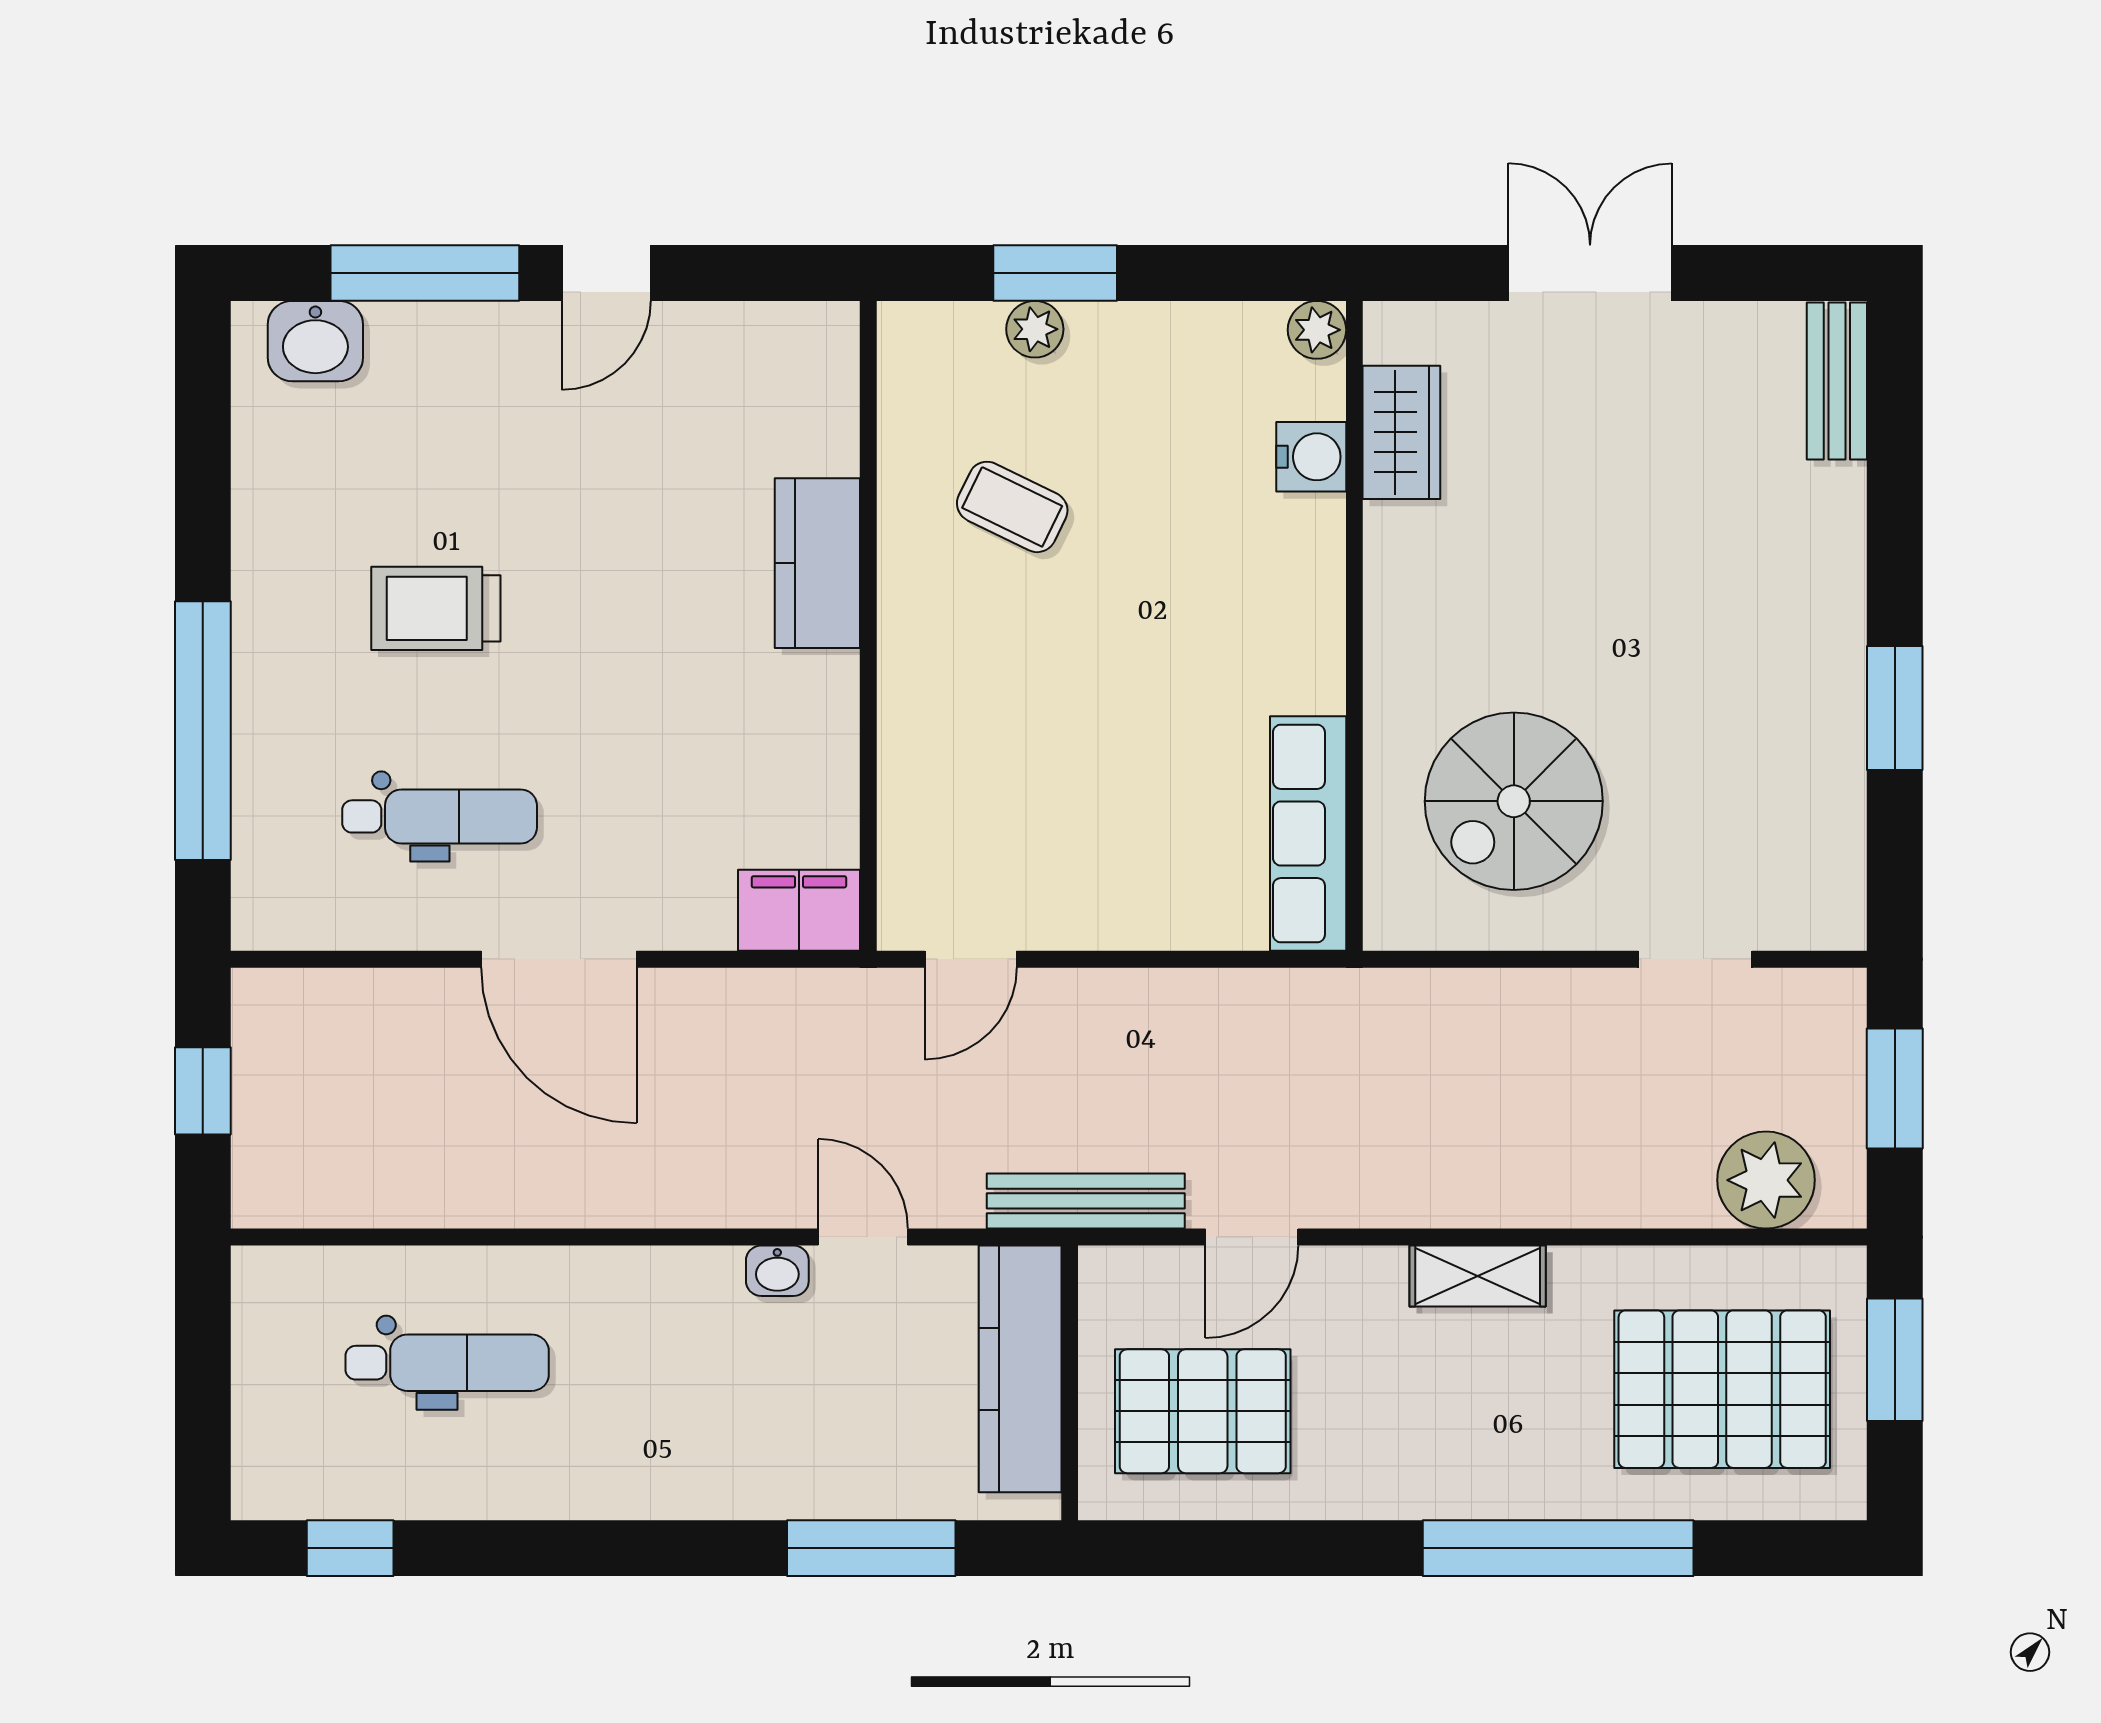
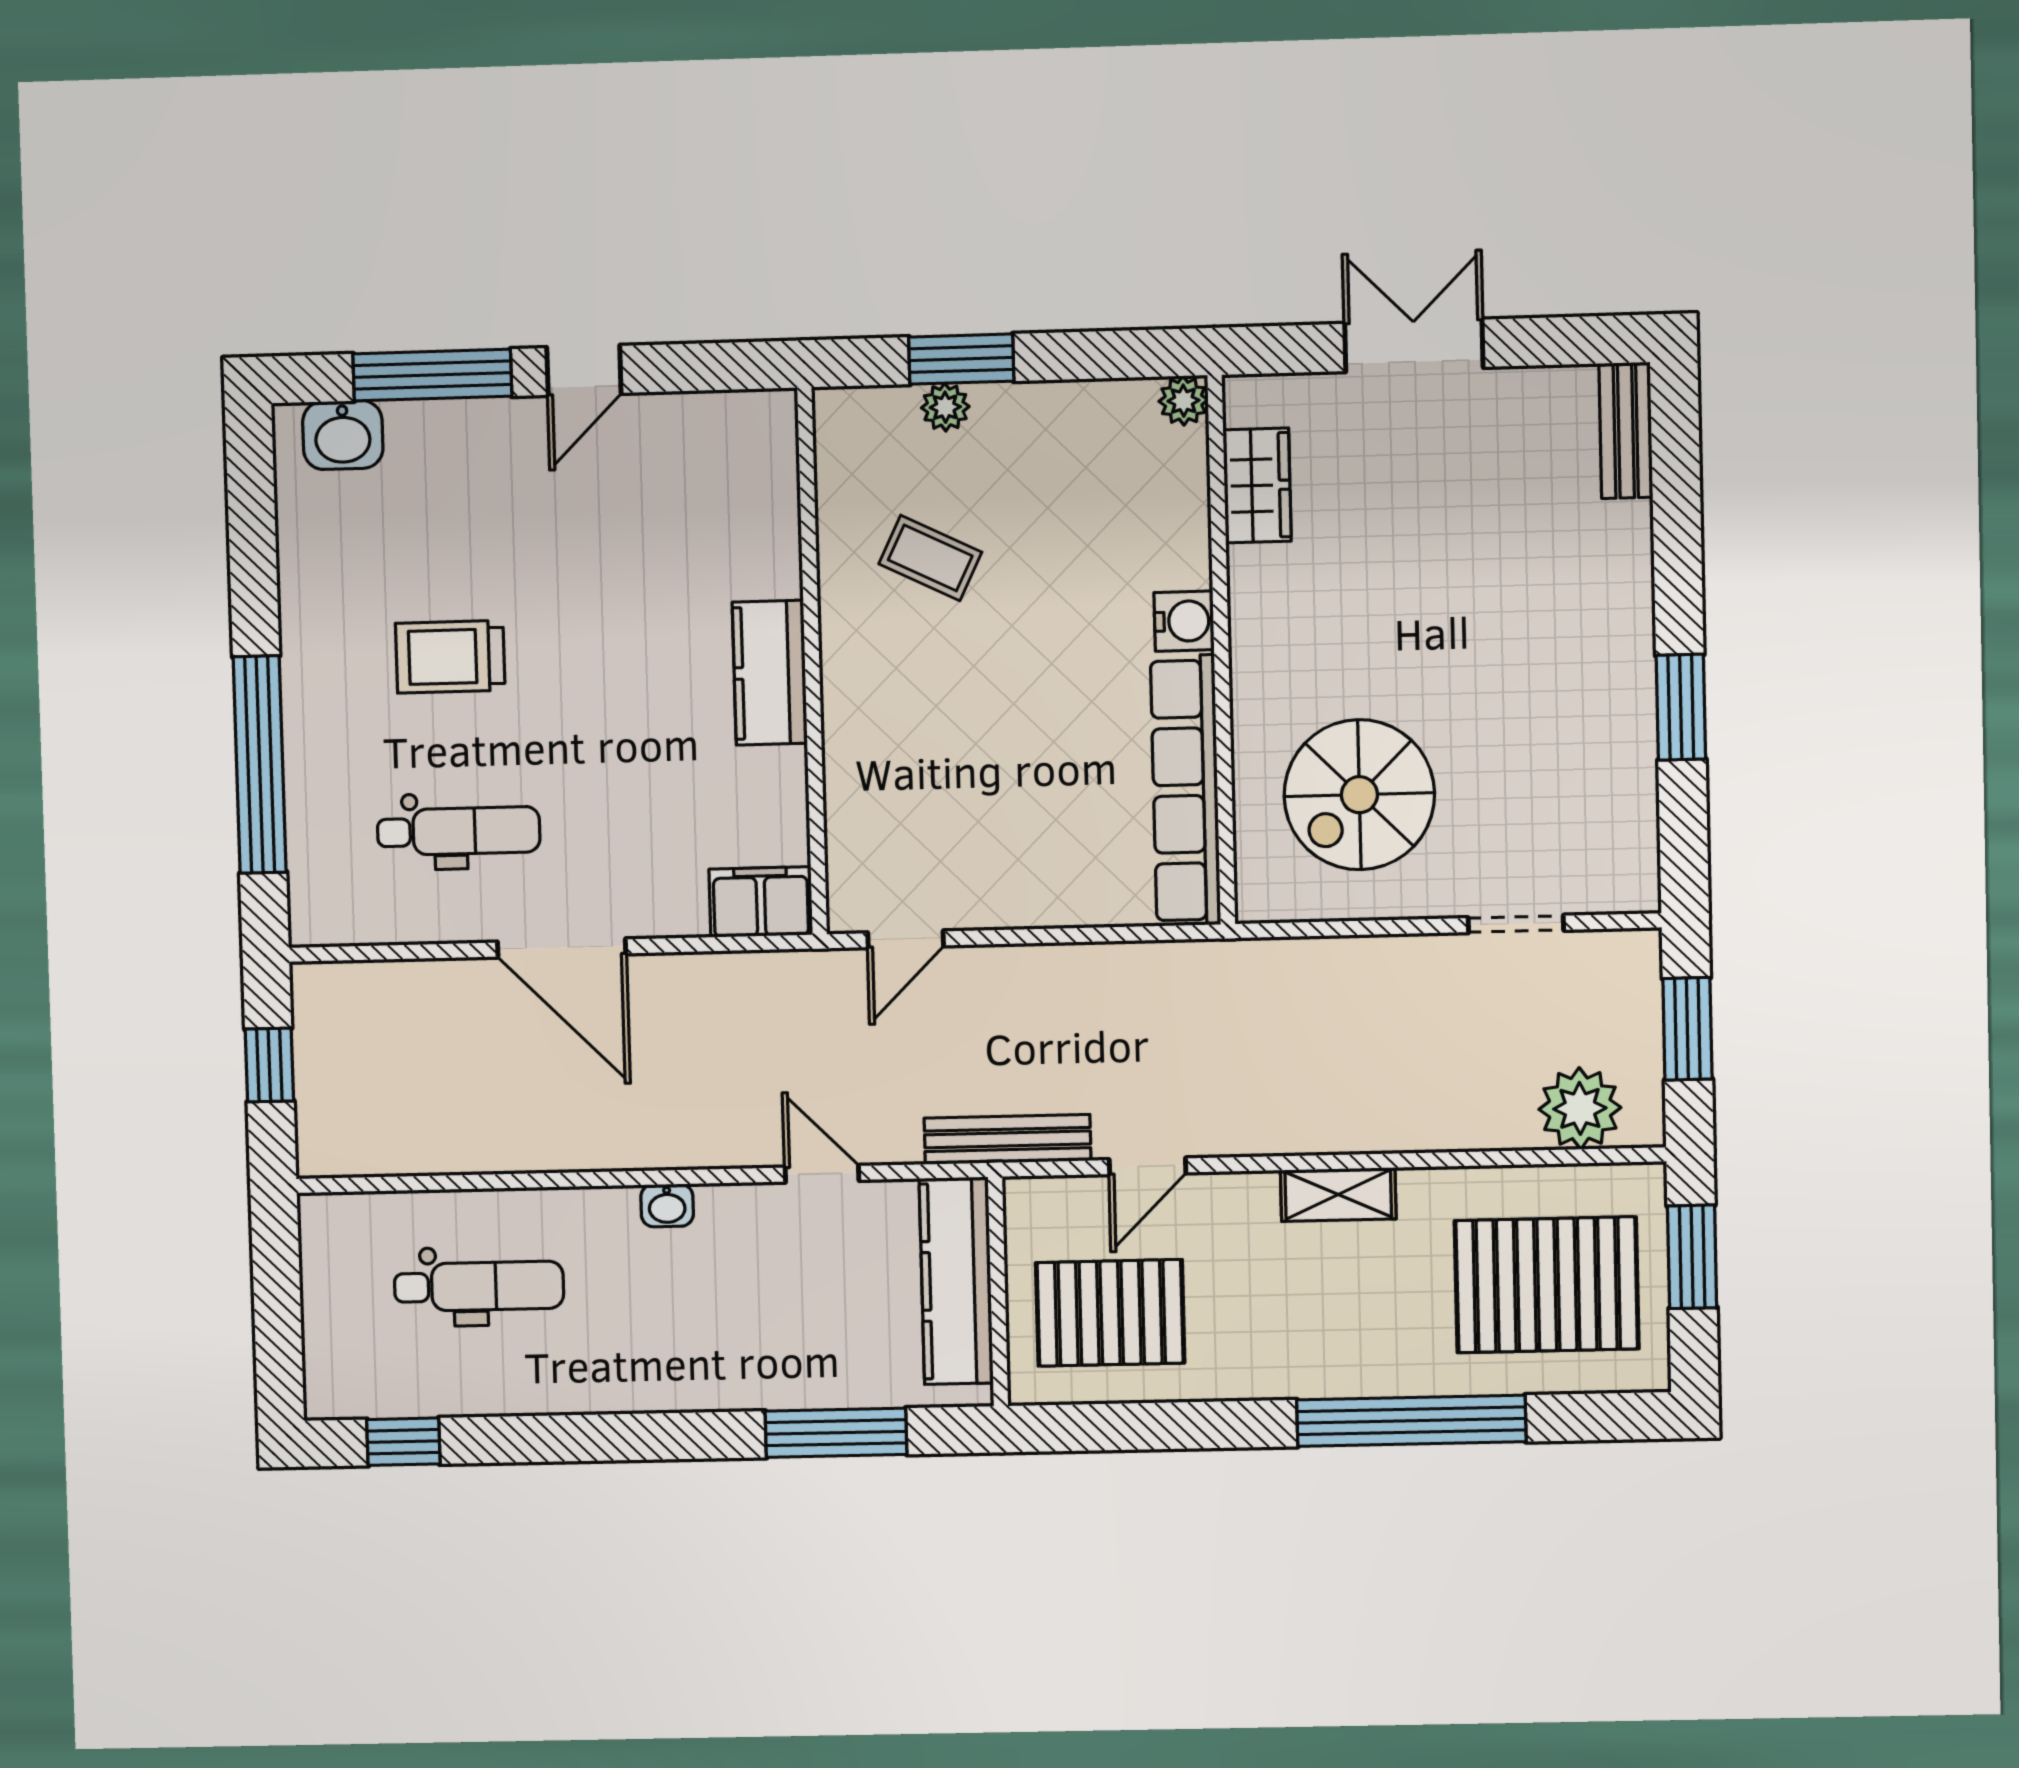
water cooler: (1311, 457) -> (1184, 621), moved
kitchen counter: (817, 563) -> (770, 673), moved
row of seats: (1308, 833) -> (1186, 790), width x1.36
washbasin: (777, 1271) -> (667, 1205), moved

